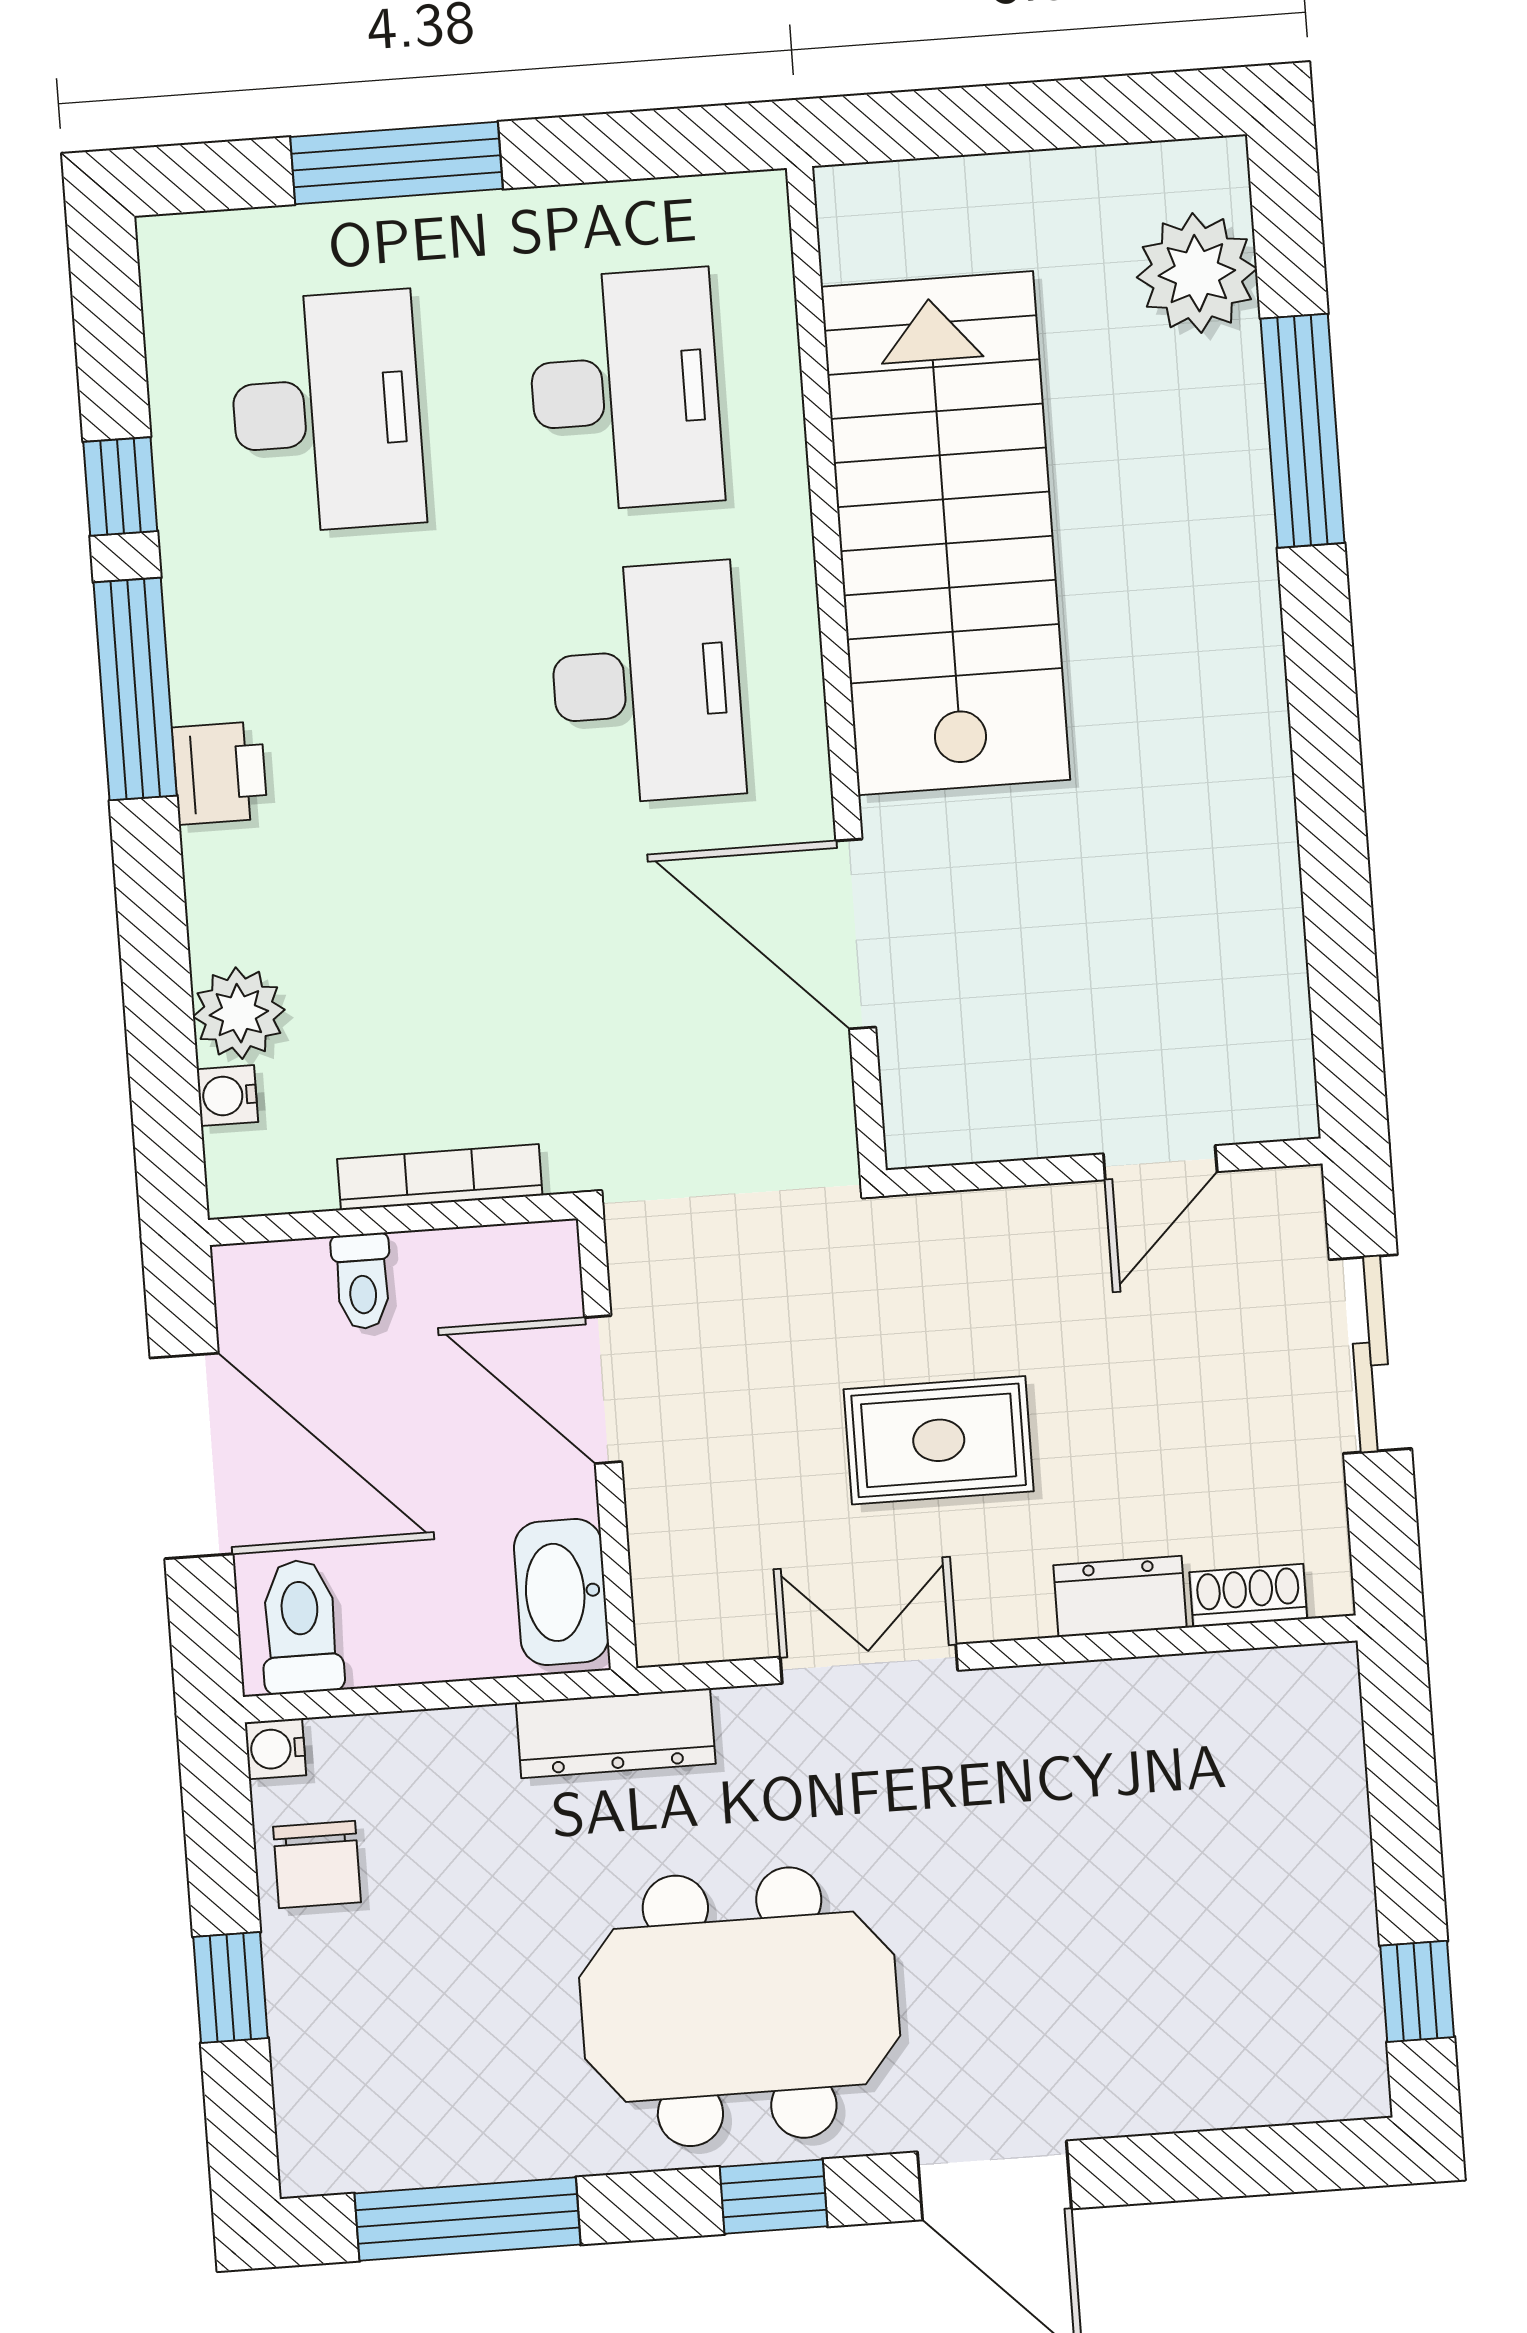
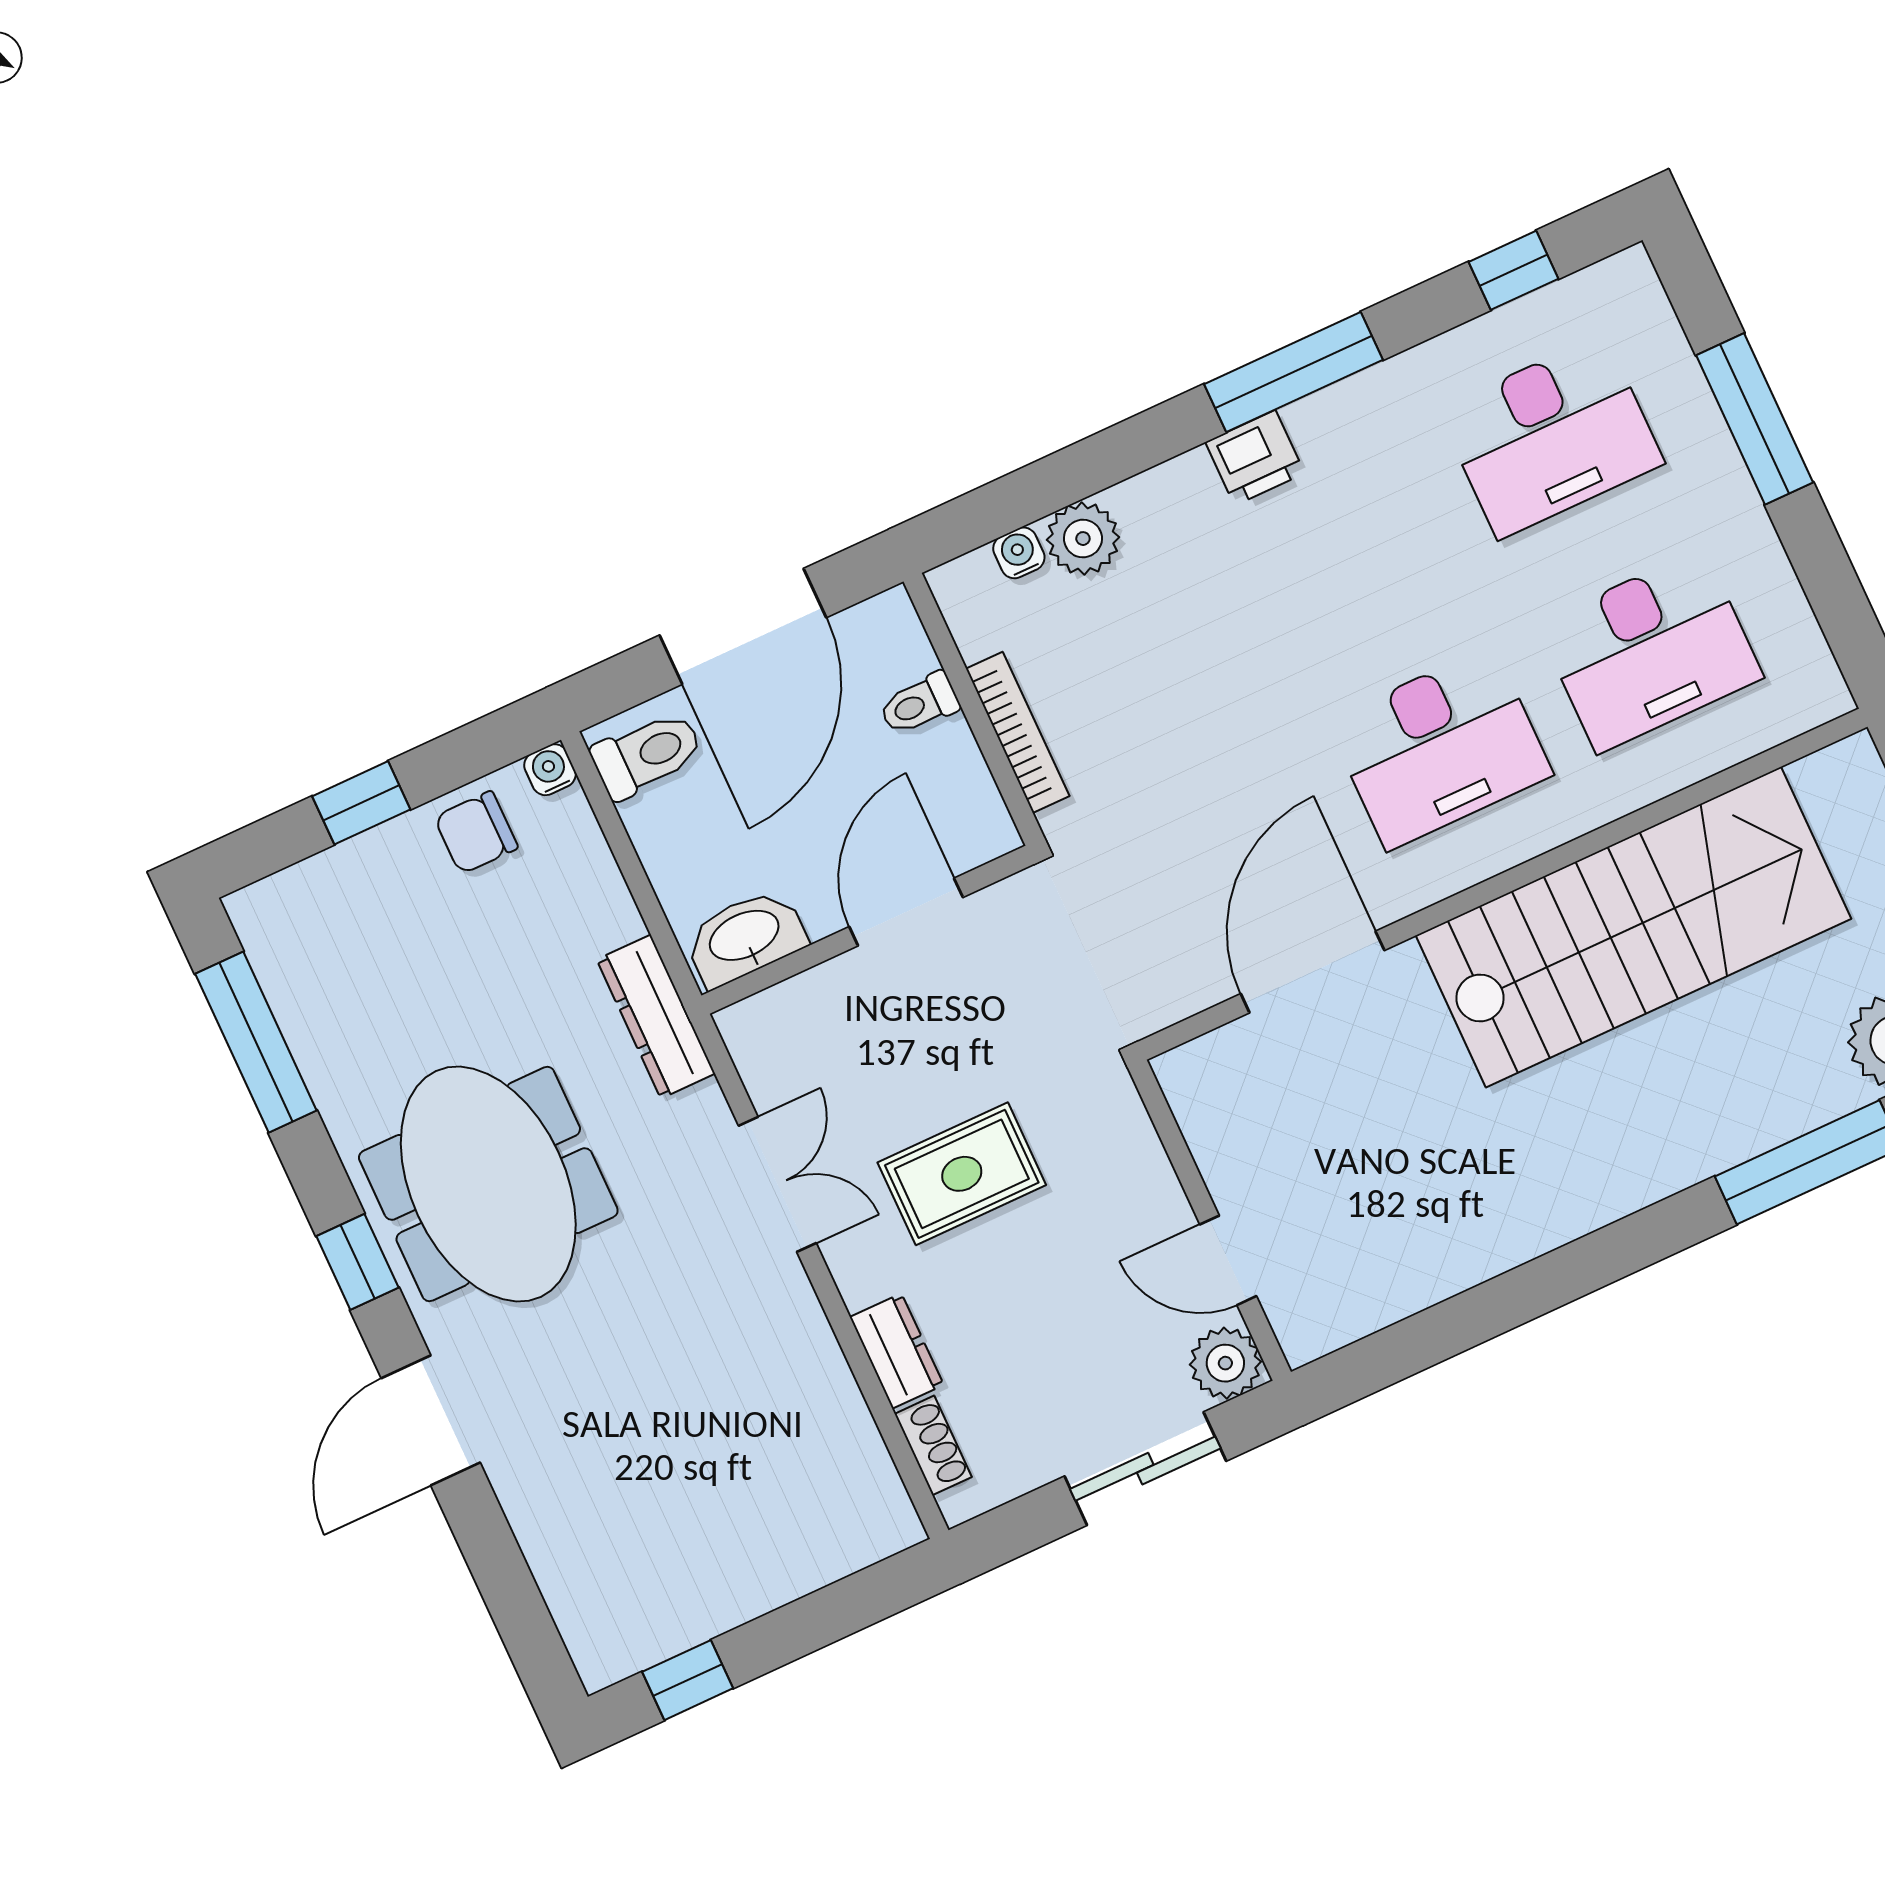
window: (120, 487) -> (1514, 270), moved
plant: (1281, 1212) -> (1225, 1363), added
rug: (939, 1440) -> (962, 1174), turned 90

